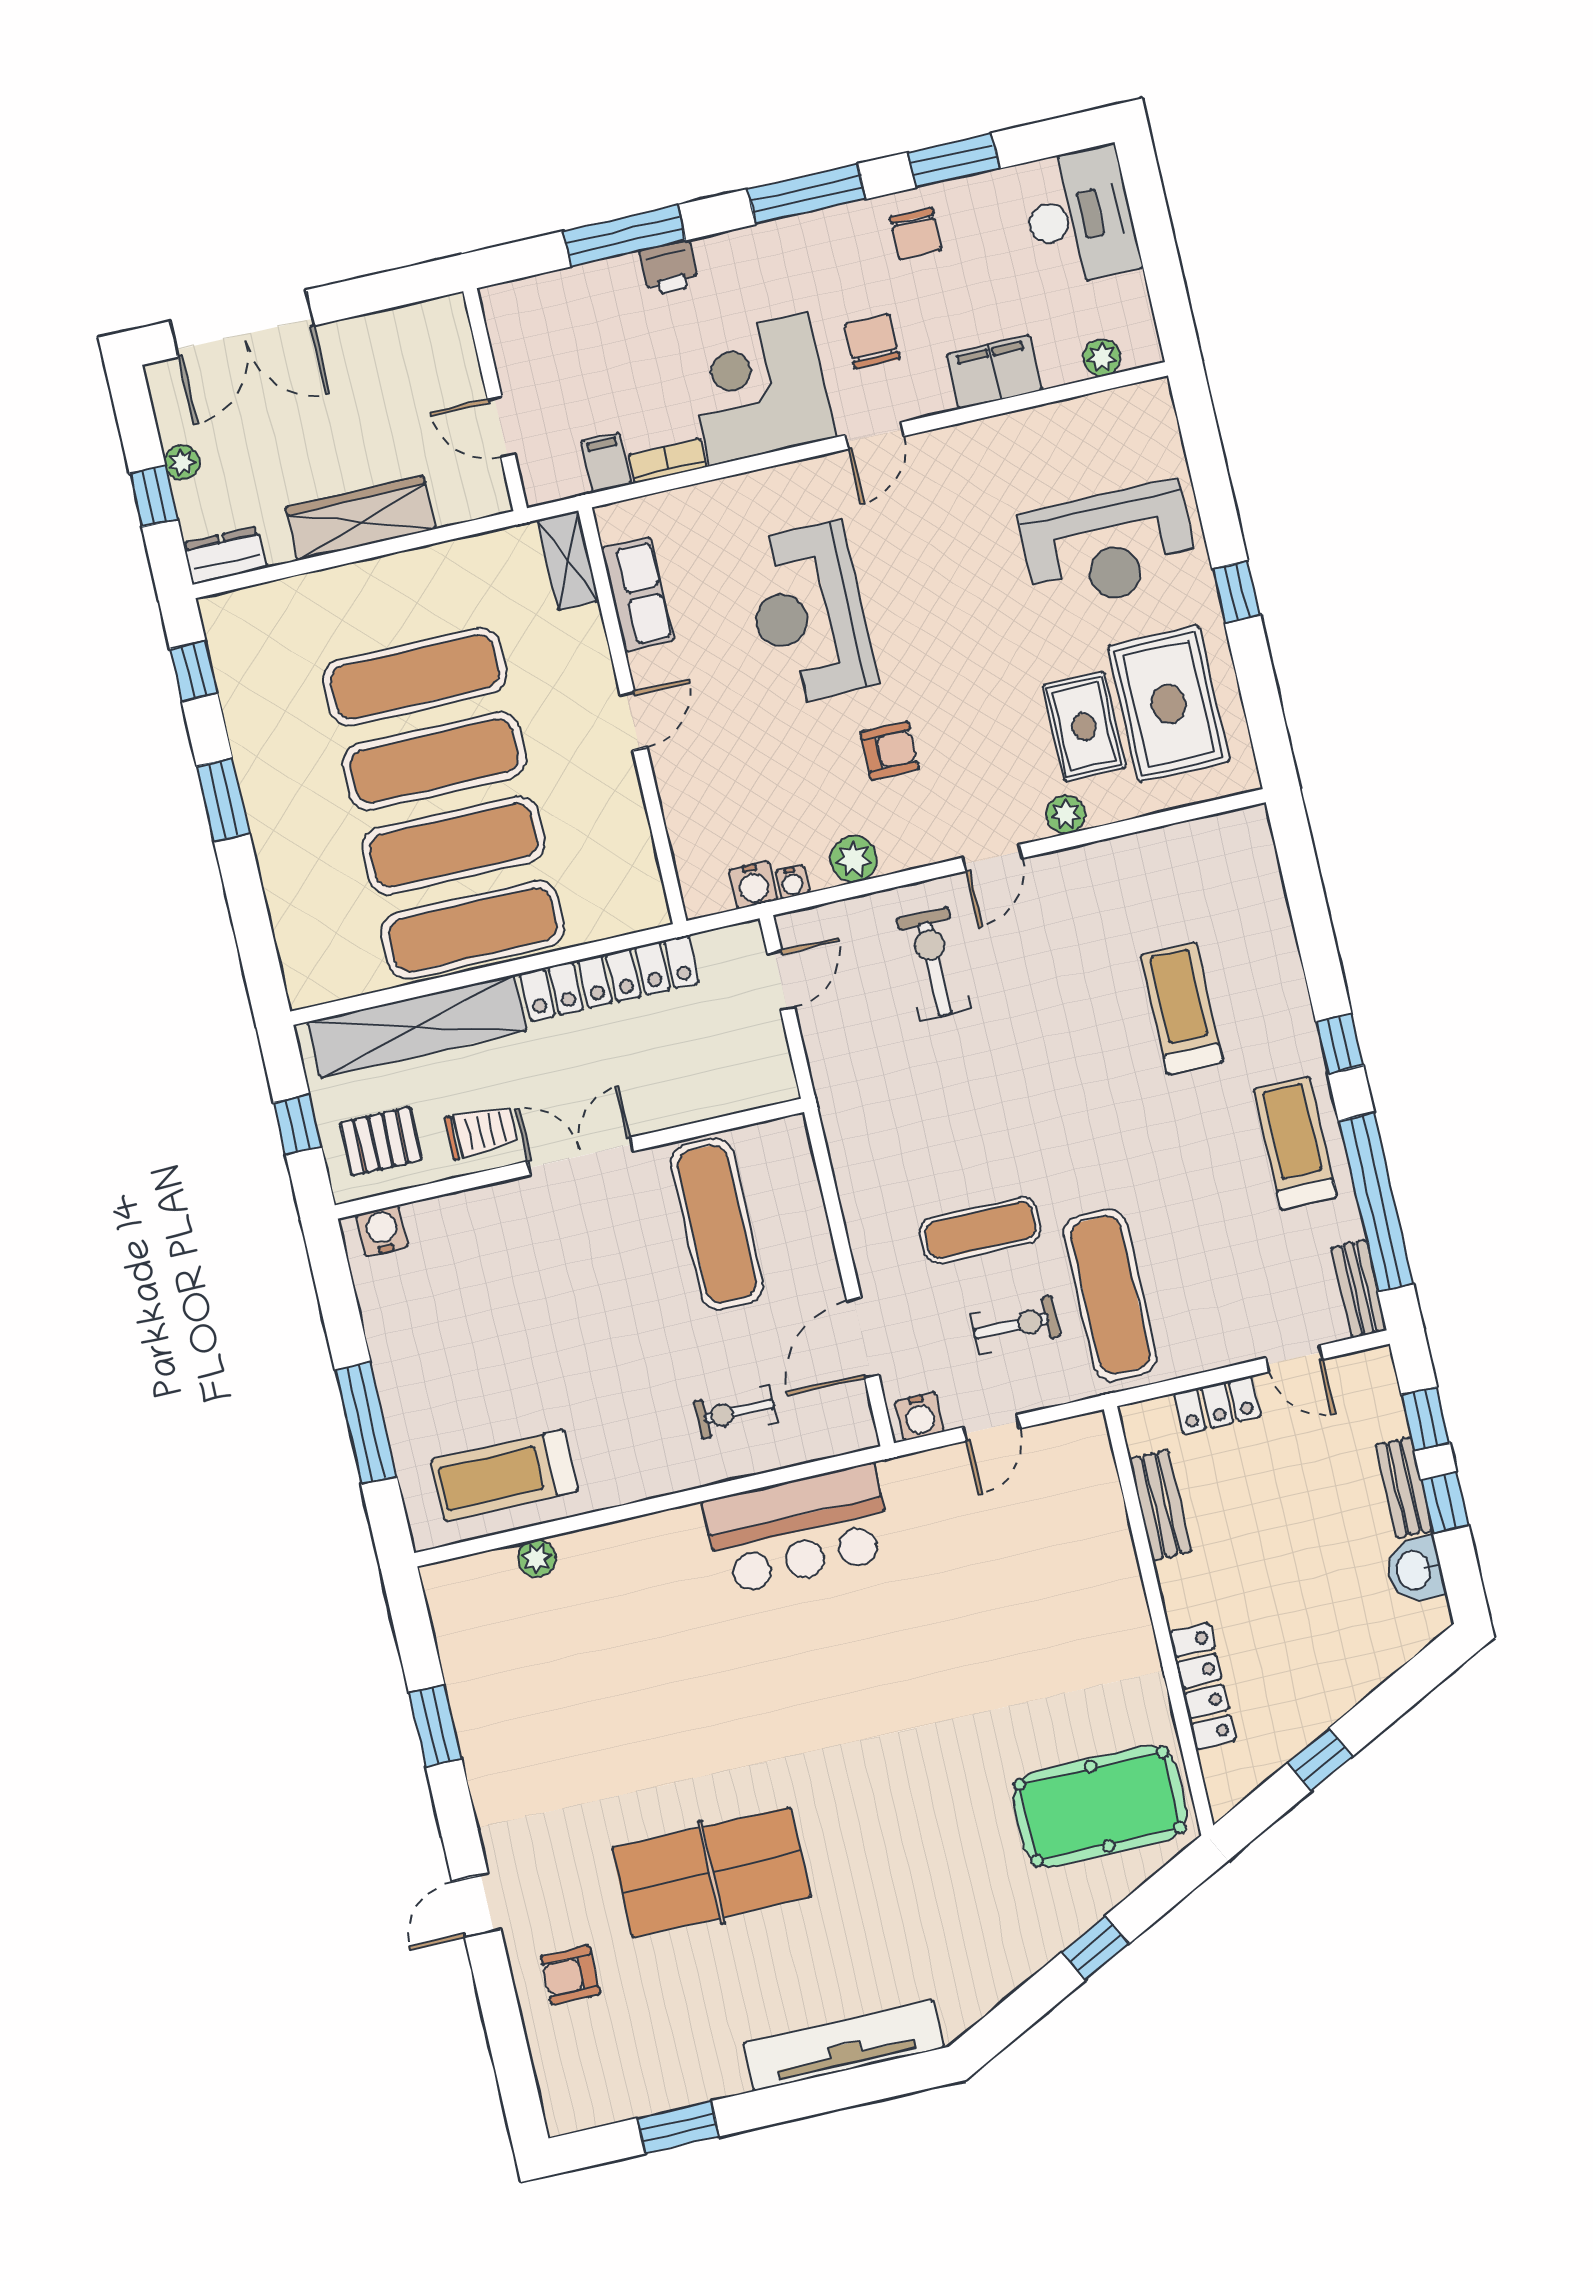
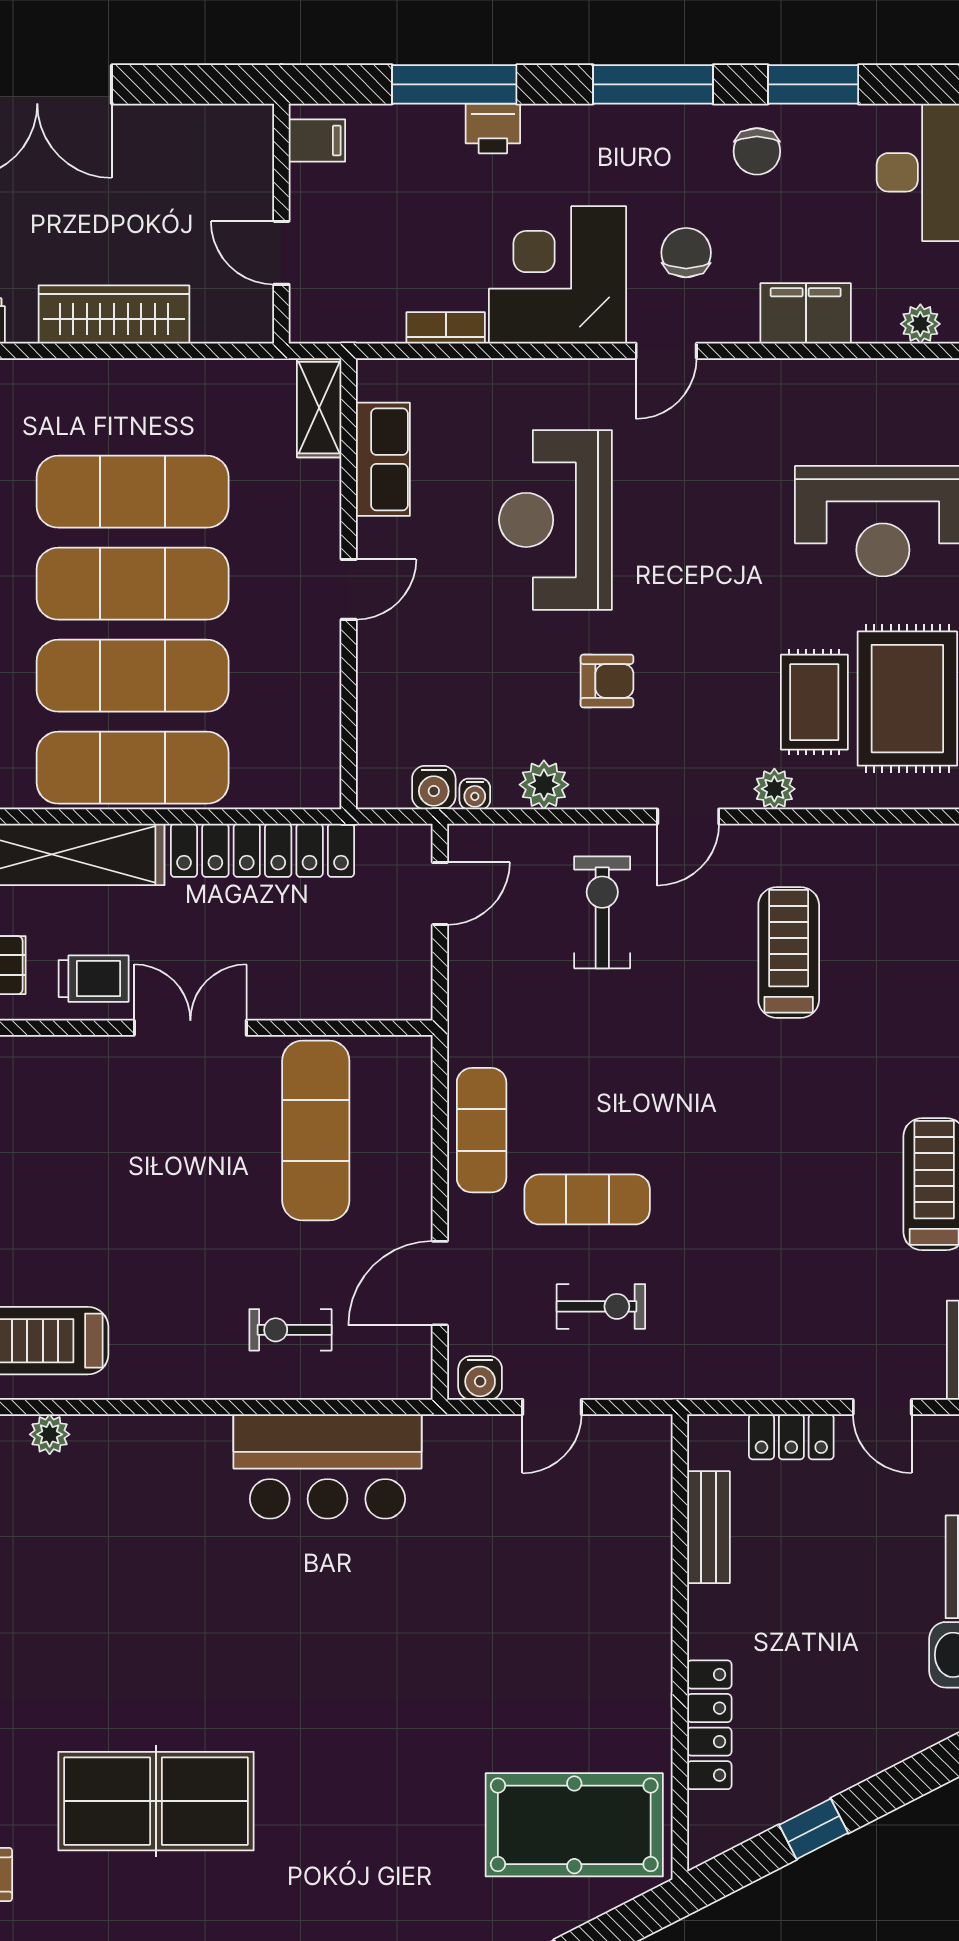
filing cabinet: (606, 463) -> (317, 141), moved, turned 90
treadmill: (1182, 1008) -> (789, 952), moved
exercise mat: (1110, 1295) -> (482, 1130), moved, width x0.73, depth x0.69

